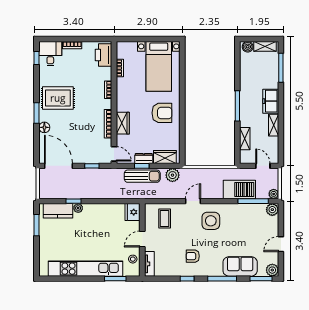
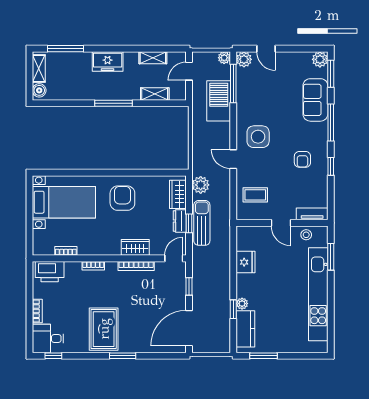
shelving: (274, 125) -> (153, 58), moved
floor lamp: (44, 127) -> (141, 346), removed
fridge: (133, 212) -> (246, 262), moved, turned -90
door: (281, 244) -> (266, 49), moved

